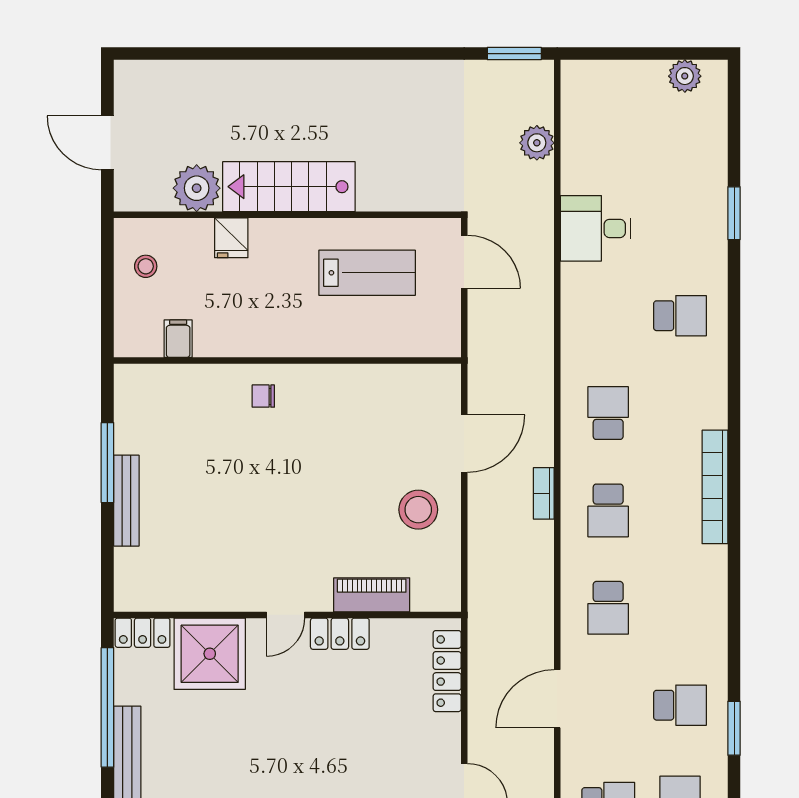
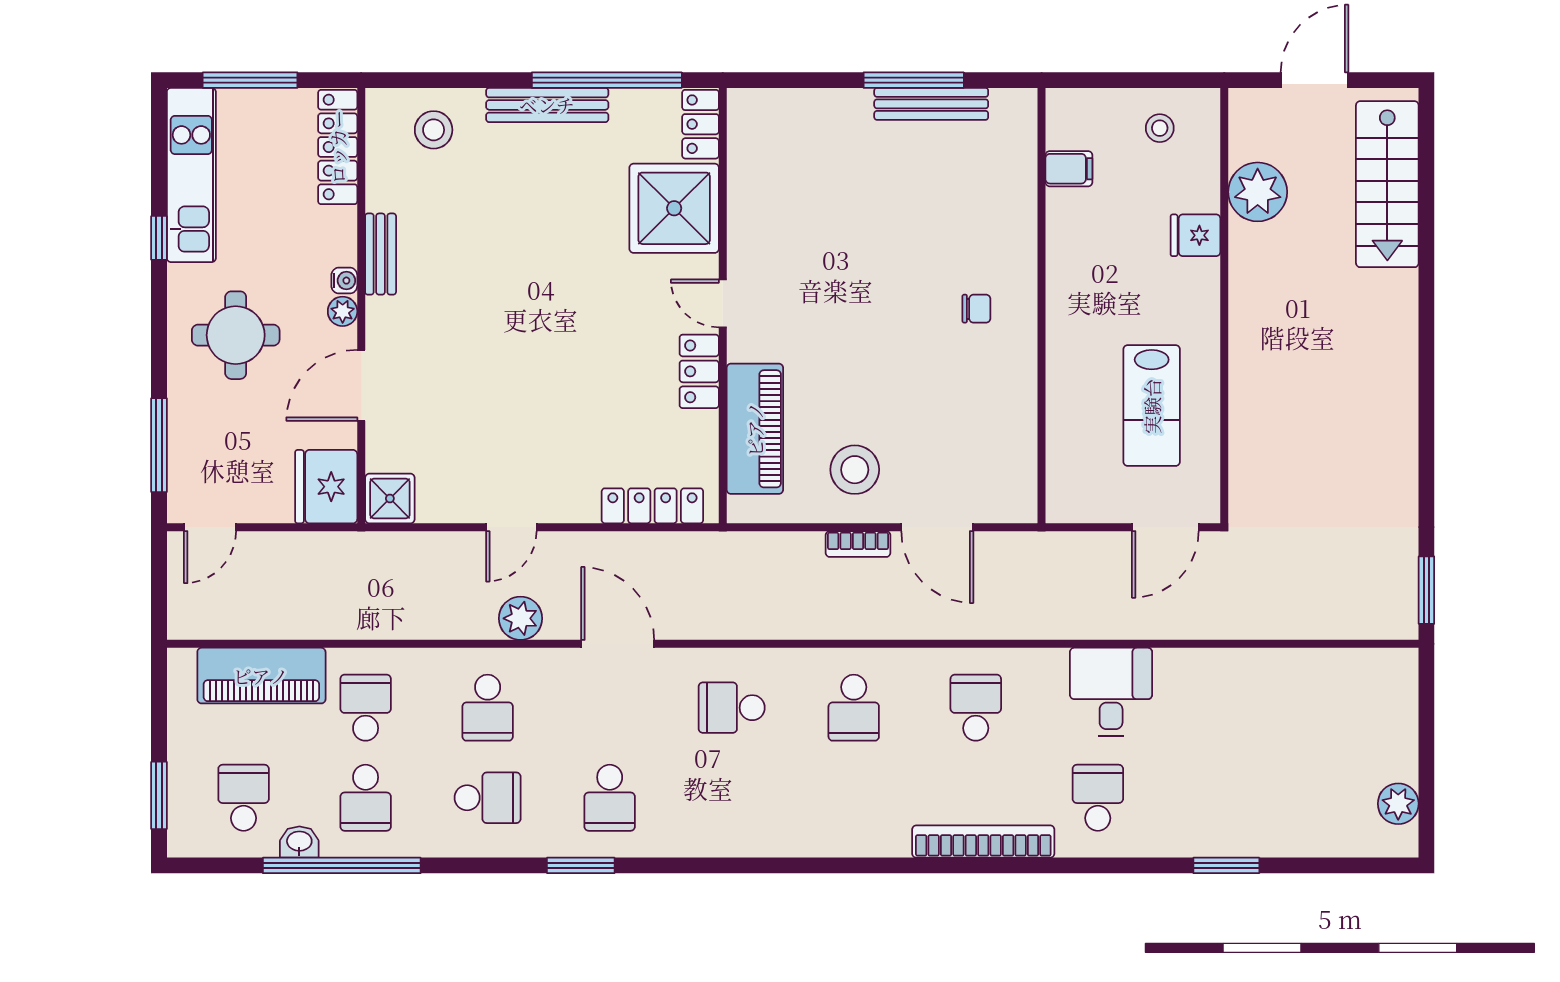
plant: (537, 143) -> (521, 618), moved
stairs: (289, 187) -> (1387, 184), moved, turned 180
desk: (596, 228) -> (1111, 692), moved
school desk: (680, 316) -> (1098, 798), turned 180
chair: (263, 396) -> (976, 309), moved, turned 90
school desk: (608, 413) -> (976, 708), turned -90
bookcase: (715, 487) -> (983, 842), moved
bookcase: (544, 493) -> (858, 544), moved, turned 180
bench: (126, 501) -> (931, 104), moved
school desk: (608, 510) -> (854, 708), turned -90
piano: (372, 595) -> (755, 429), width x1.37, depth x1.33

